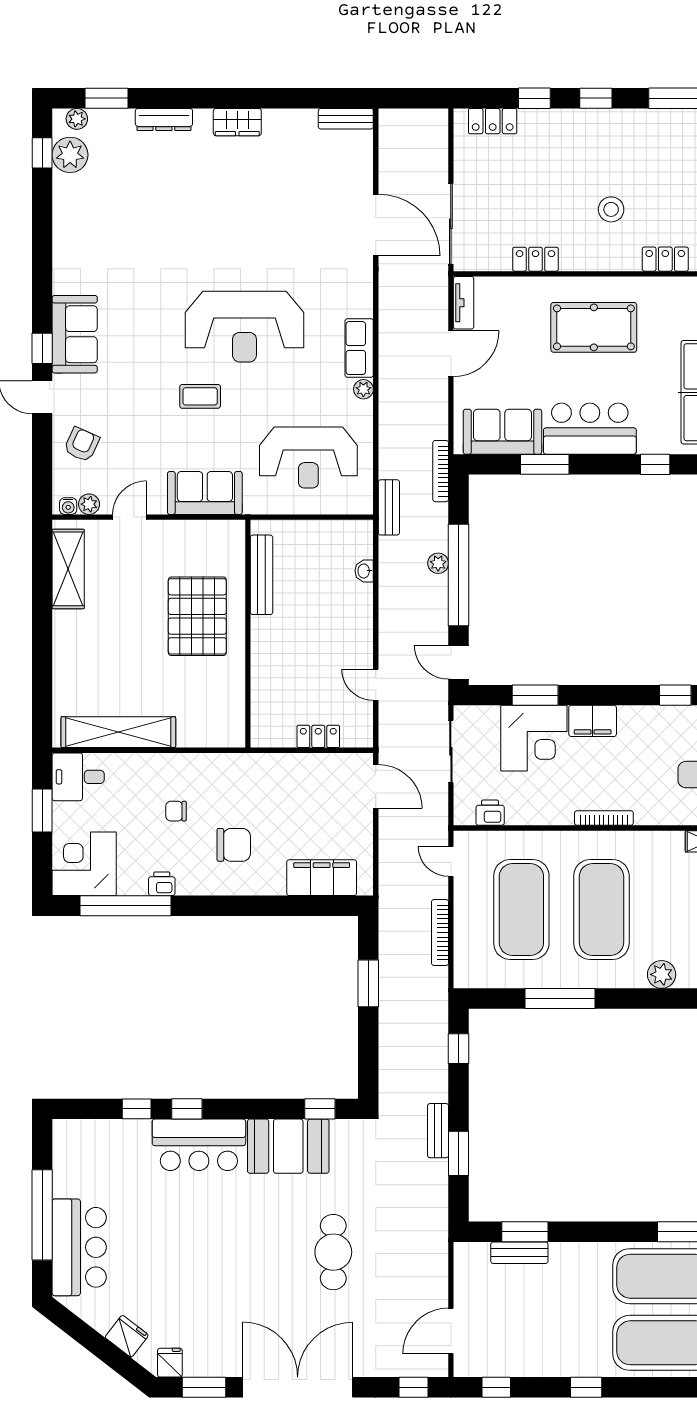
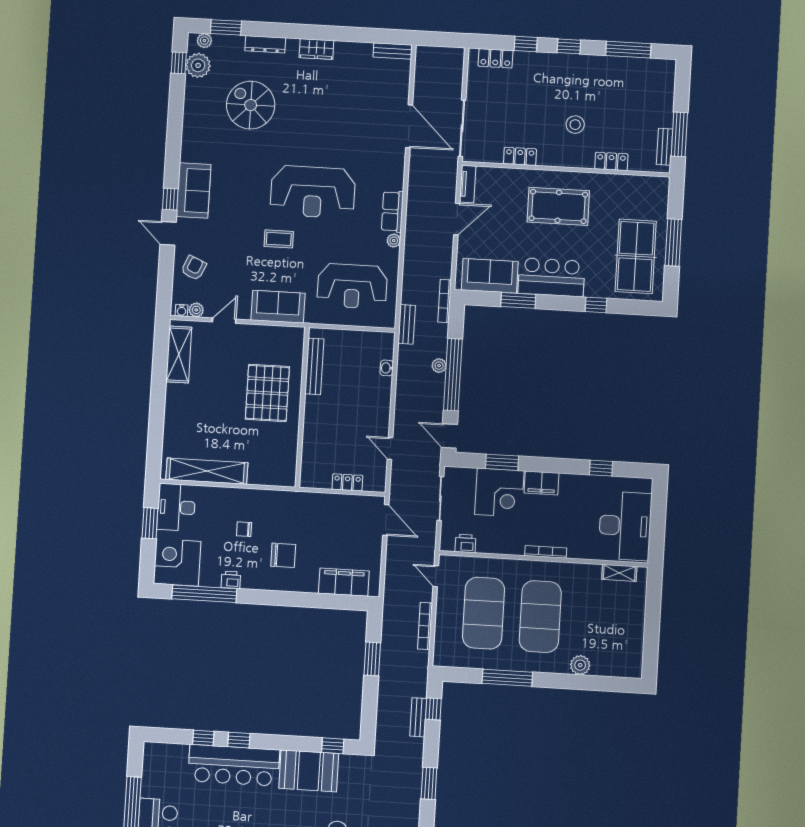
spiral stairs: (148, 208) -> (251, 105), added
desk: (78, 777) -> (176, 507), width x1.37
bench: (438, 1131) -> (418, 717), moved
bar counter: (199, 1145) -> (234, 765), width x1.36

